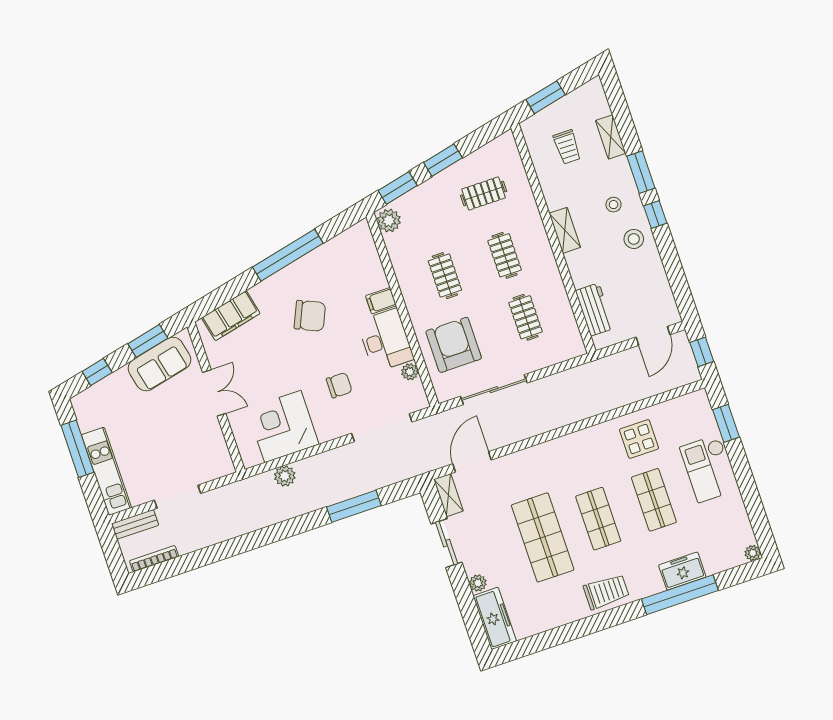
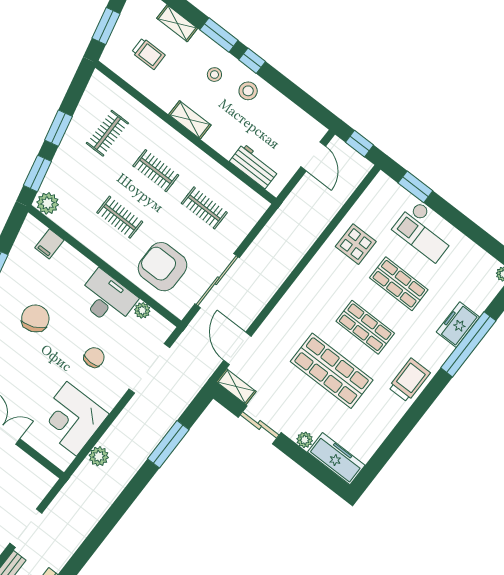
filing cabinet: (381, 301) -> (49, 244), moved
chair: (310, 316) -> (35, 318), turned -47

